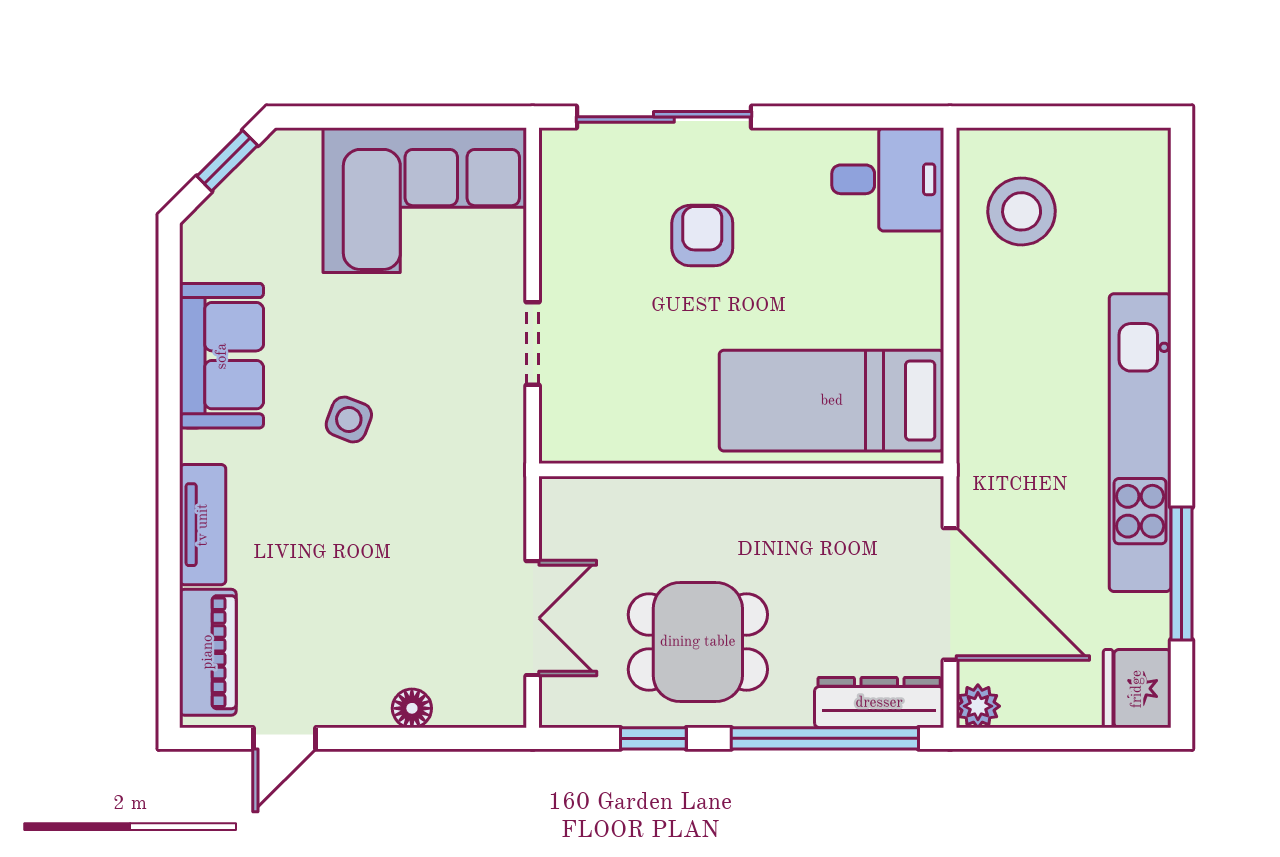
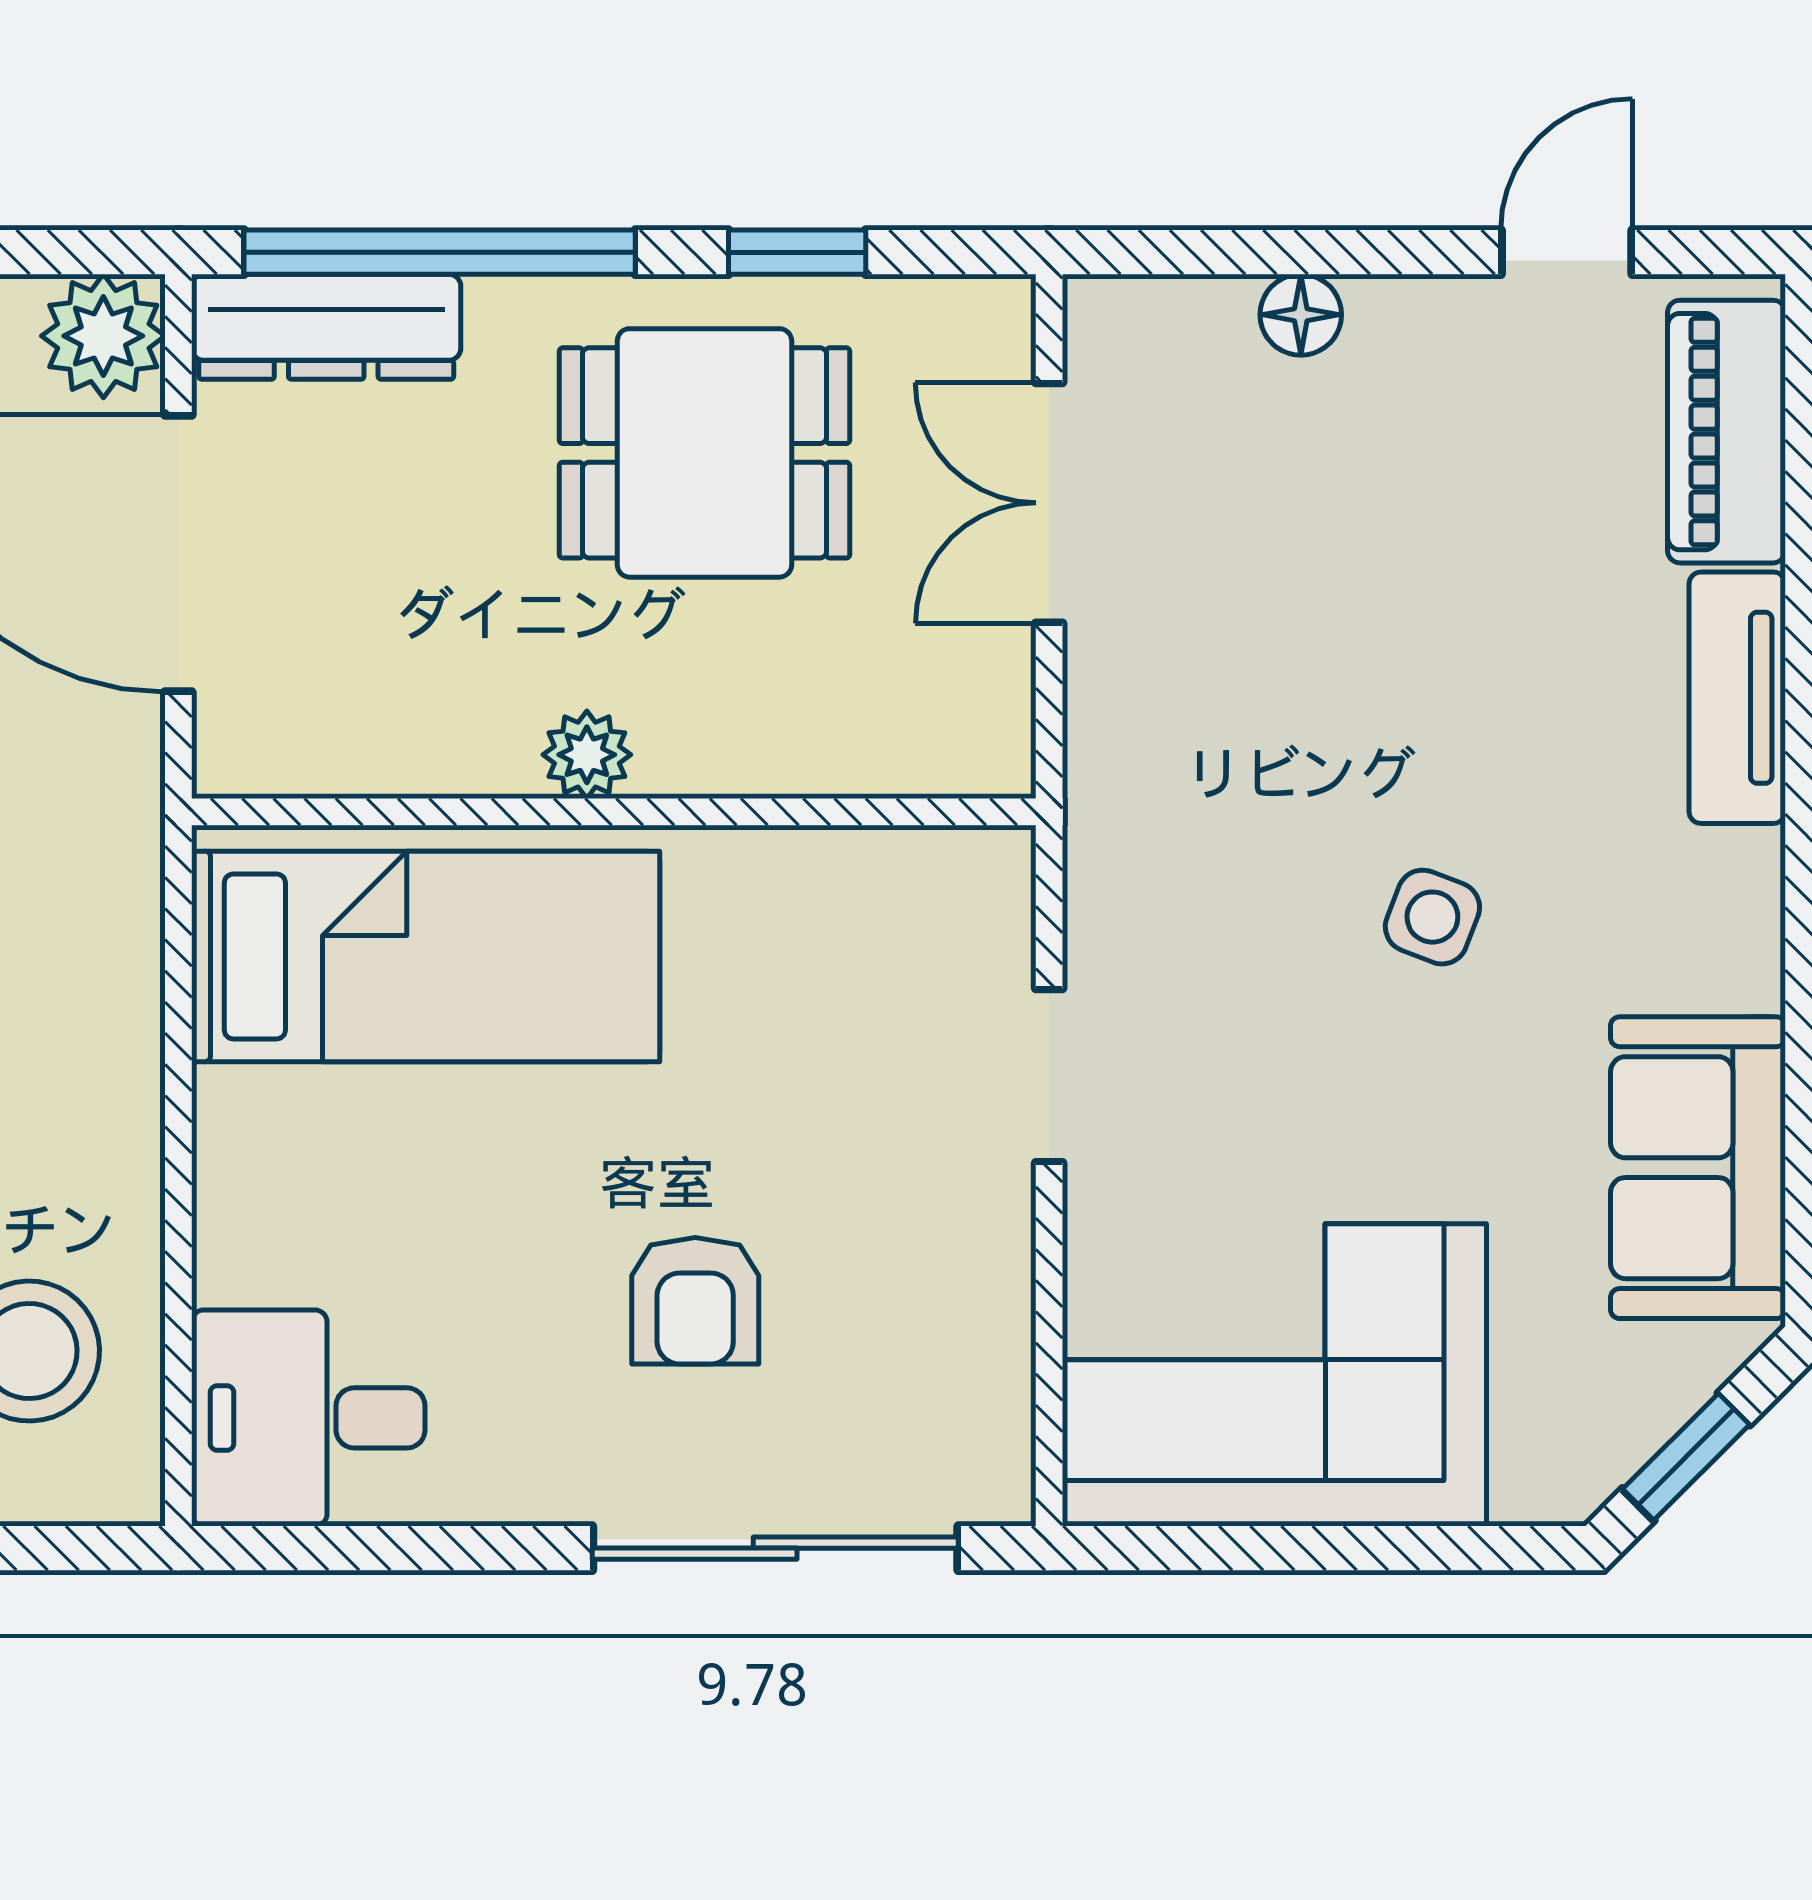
sofa: (222, 356) -> (1698, 1168), moved
plant: (754, 497) -> (587, 755), added
plant: (978, 706) -> (103, 336), width x1.38, depth x1.38

